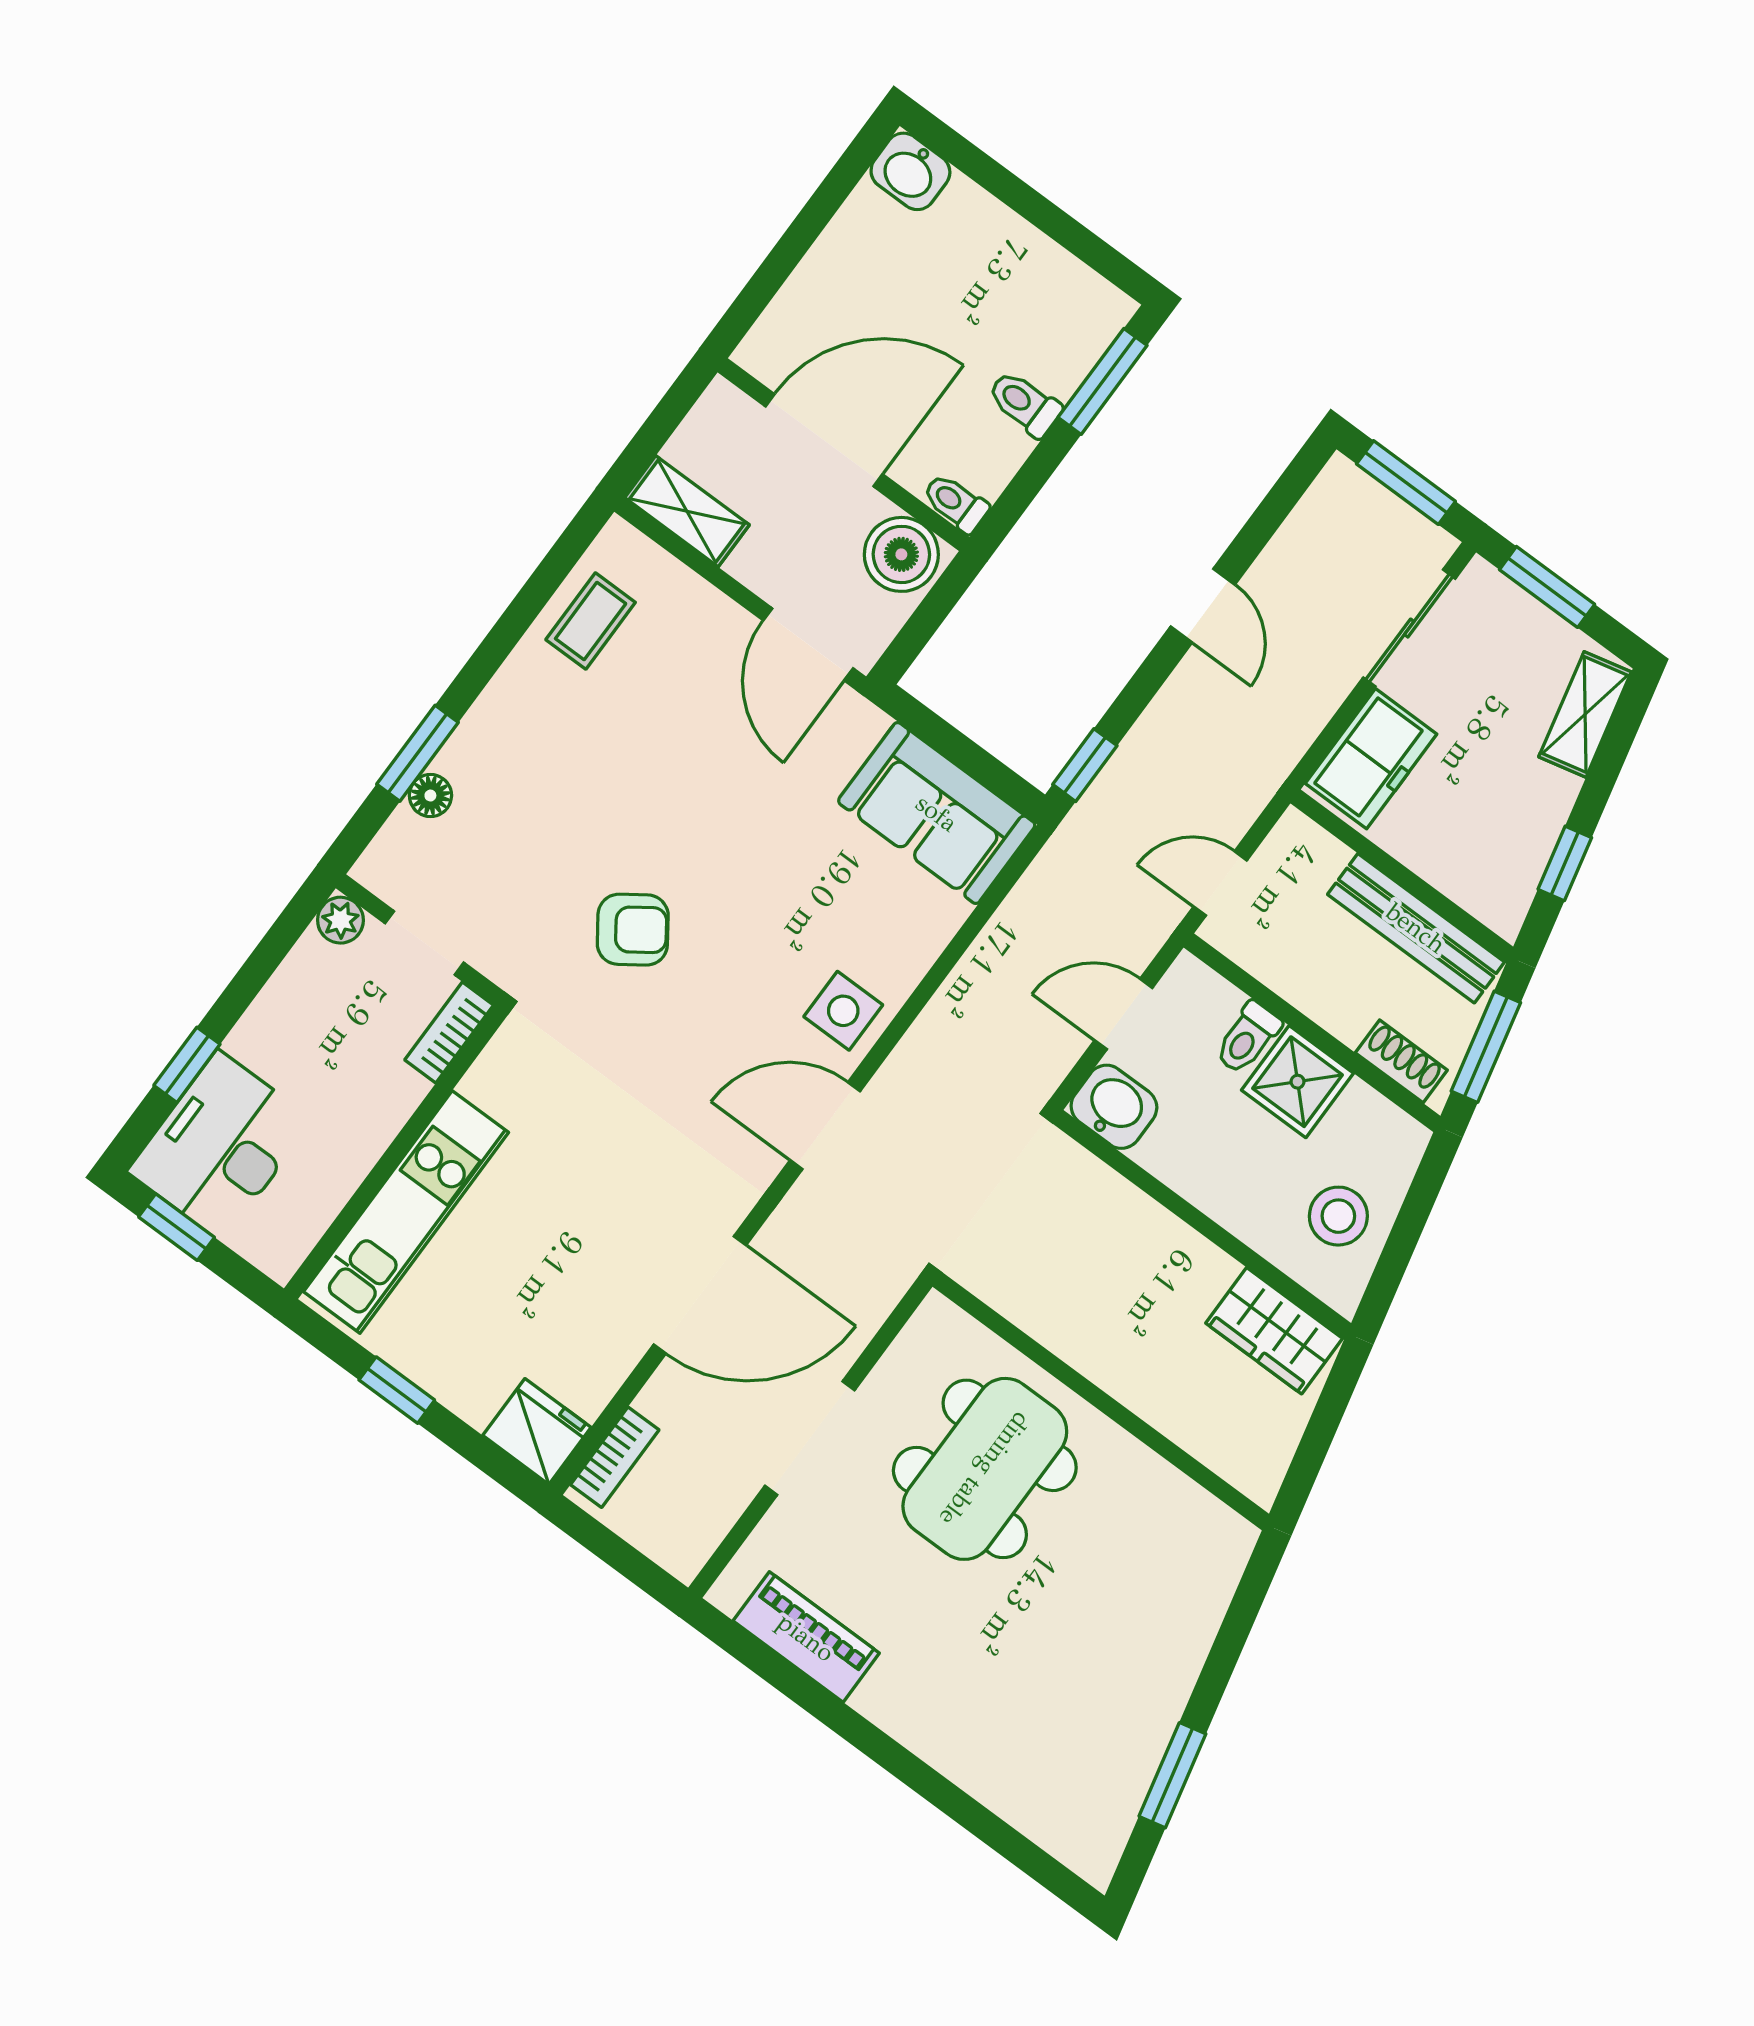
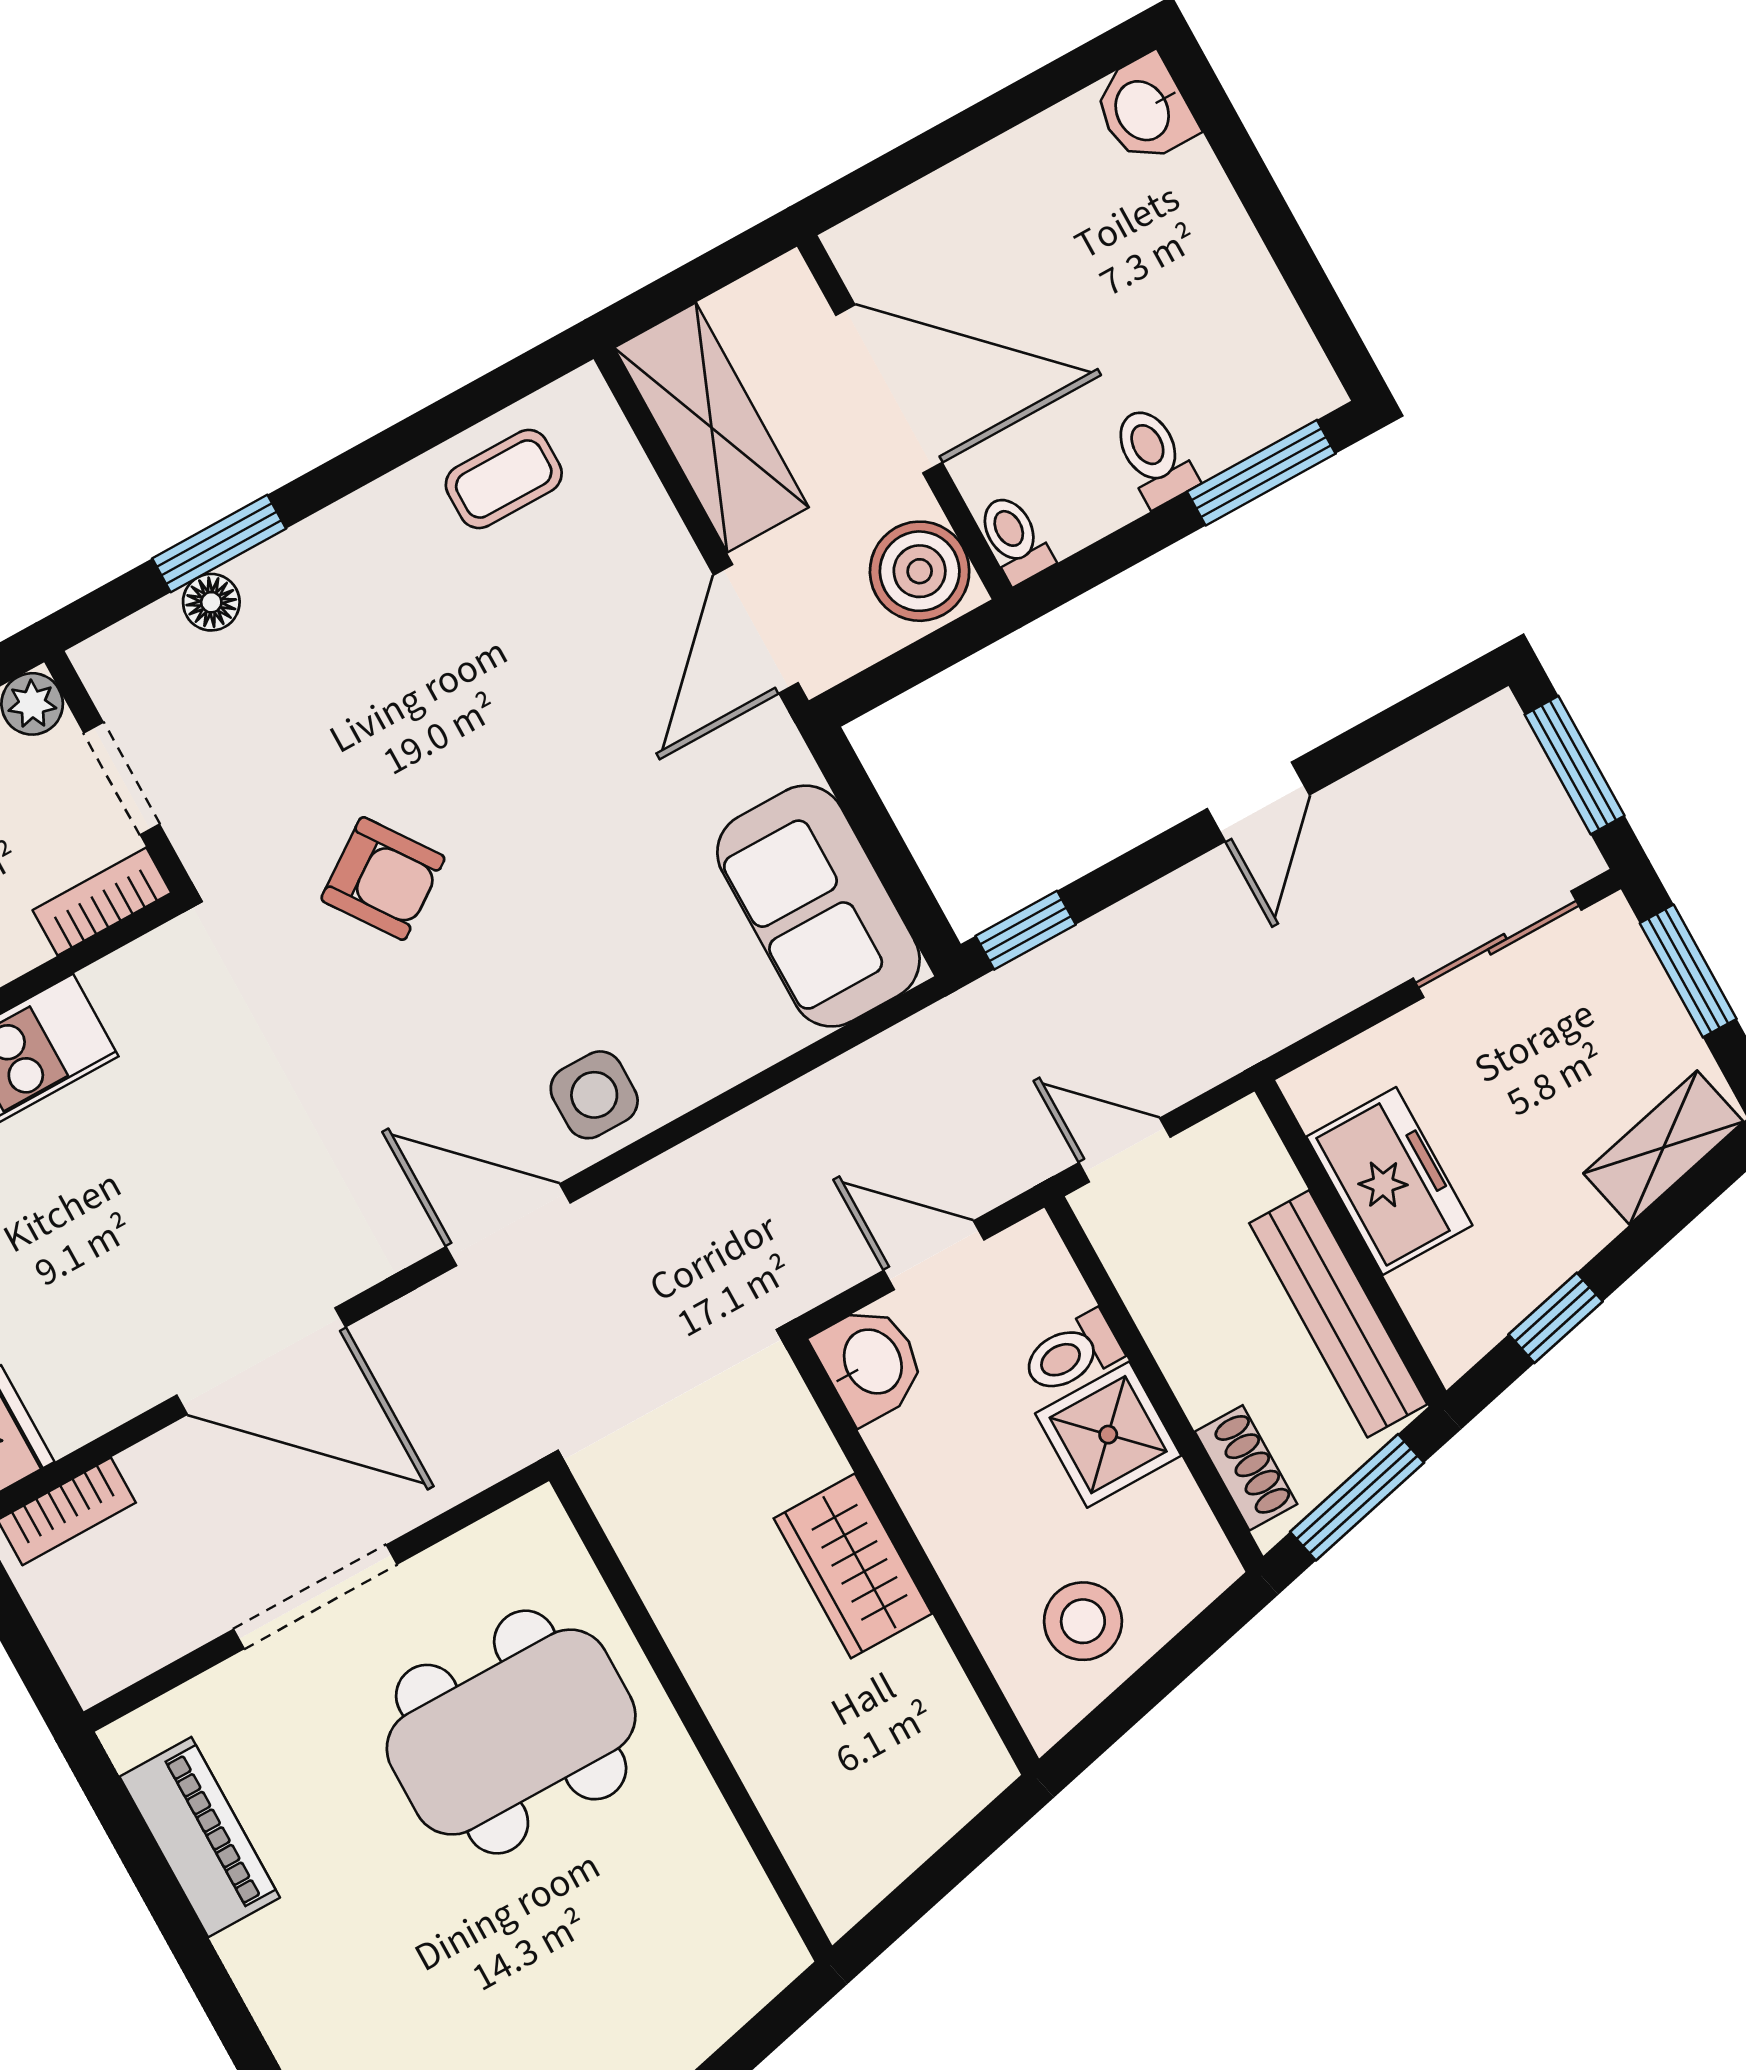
shelving: (687, 511) -> (711, 427), width x1.50, depth x1.33
freezer: (1371, 759) -> (1389, 1181), moved, turned -90
wardrobe: (1274, 1331) -> (853, 1566), moved

